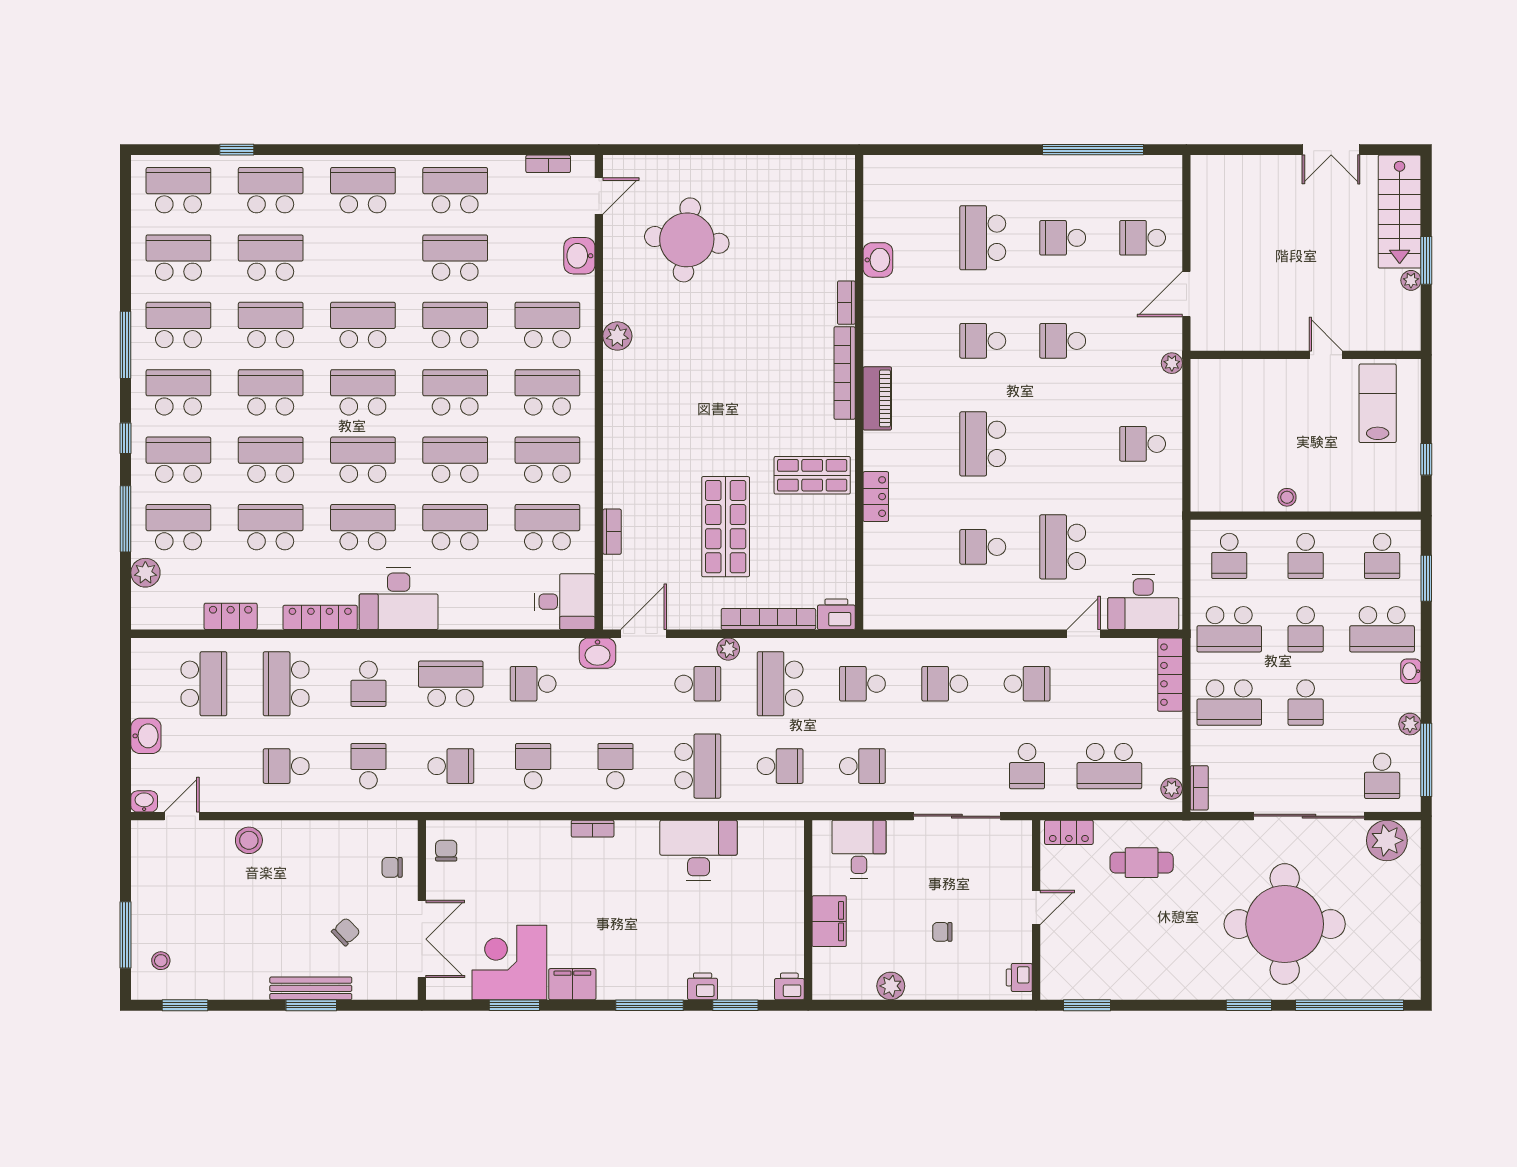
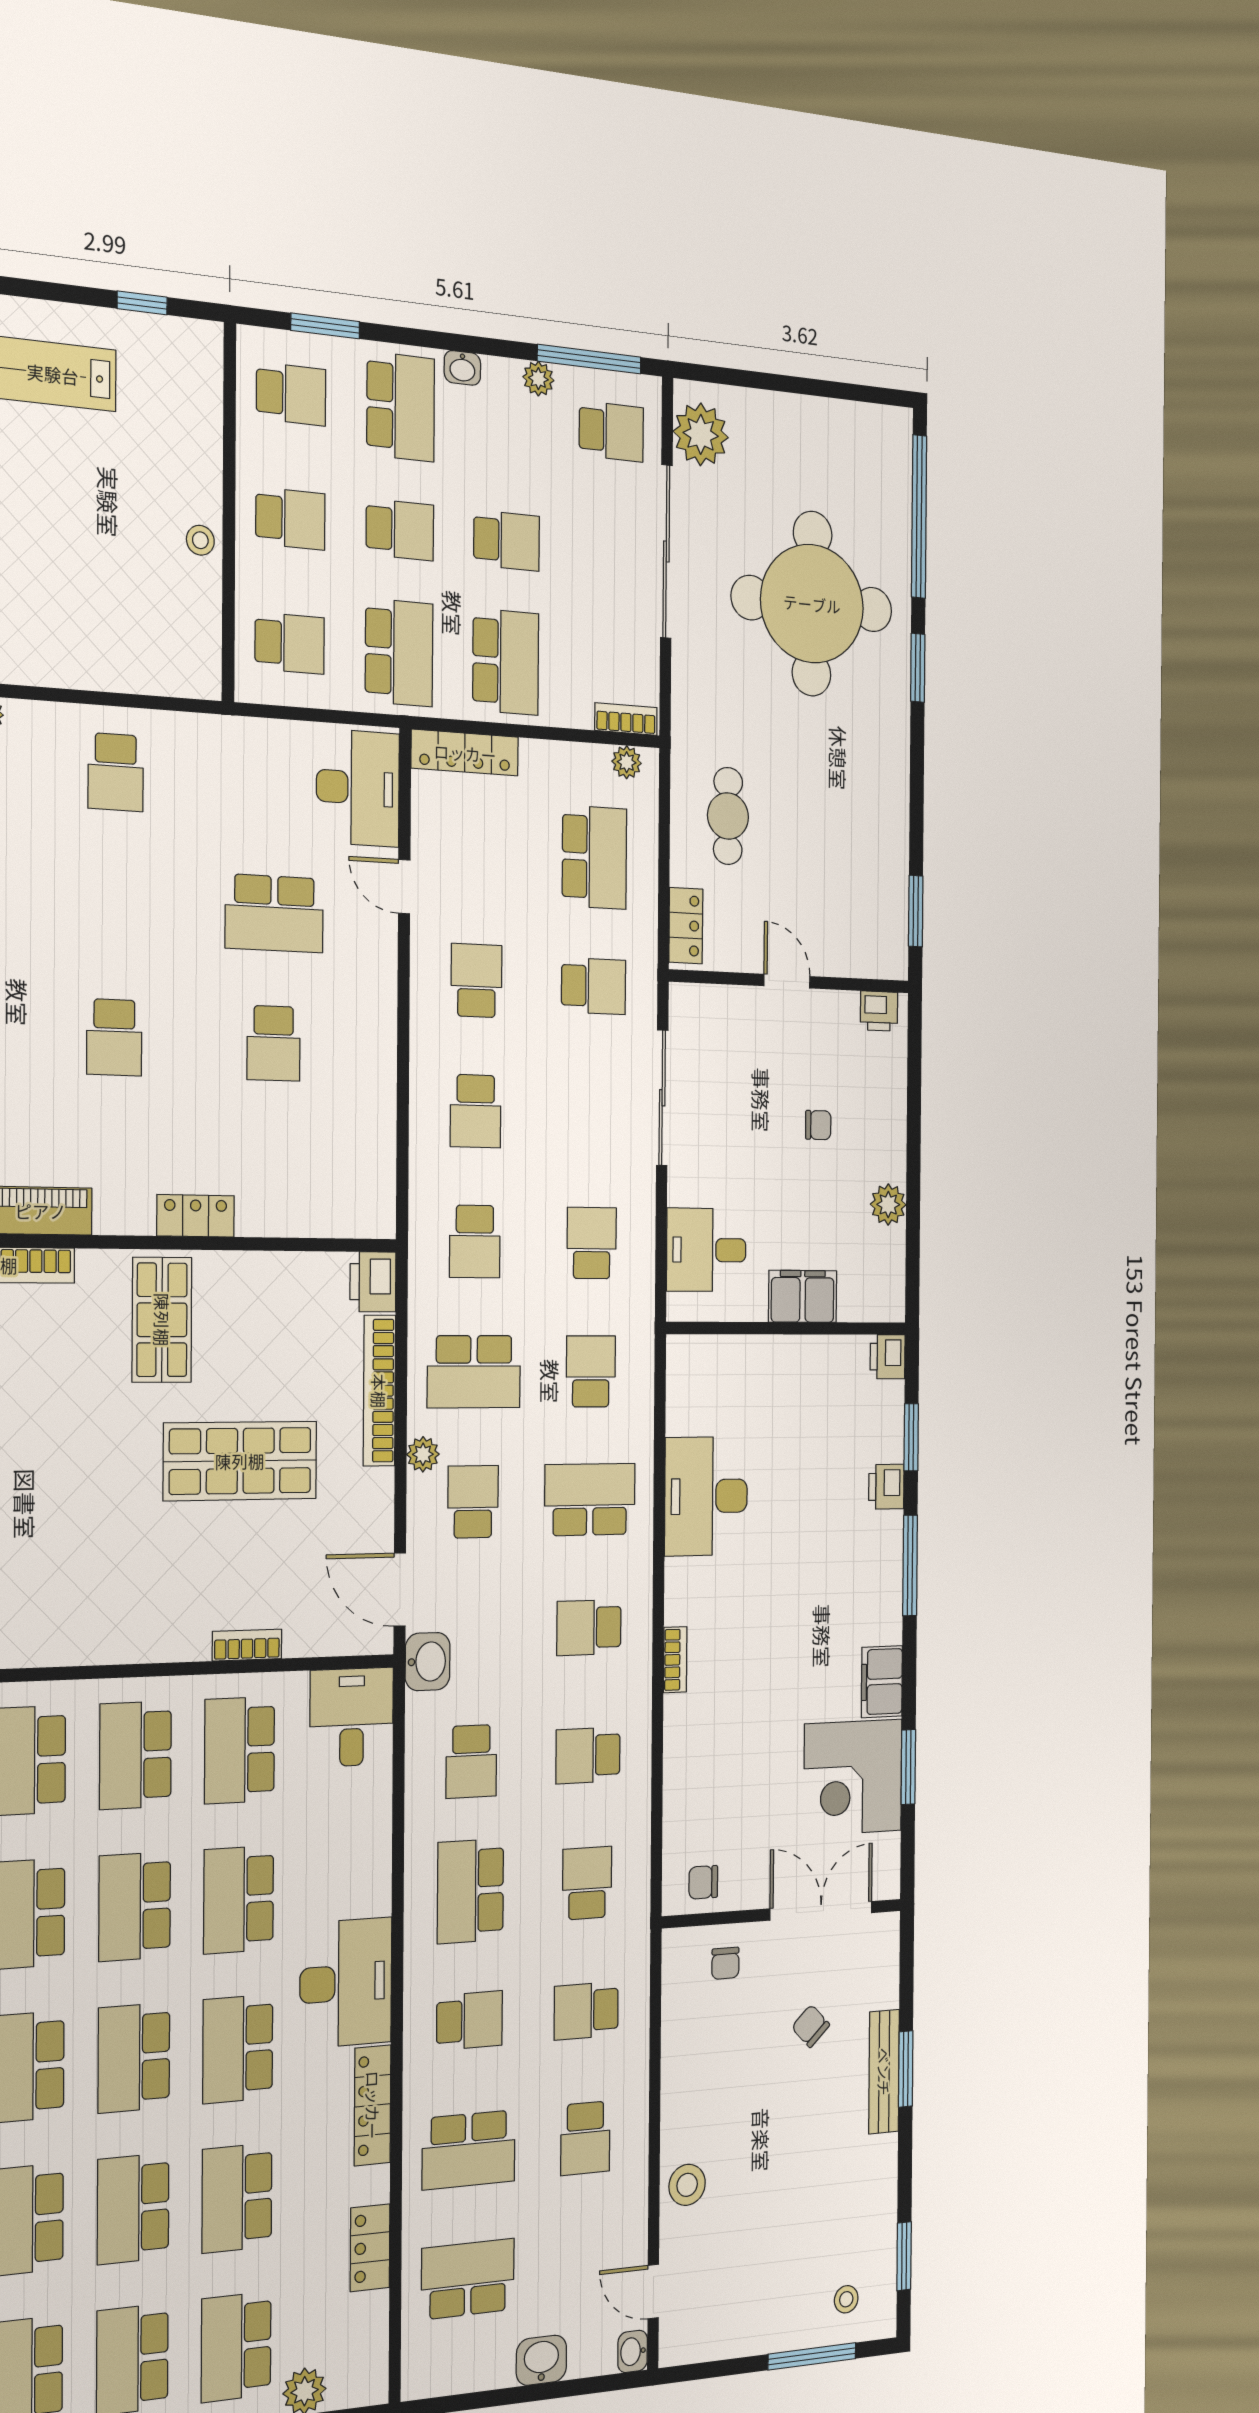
school desk: (983, 444) -> (114, 1037), width x0.54
chair: (942, 932) -> (818, 1125), turned -90

